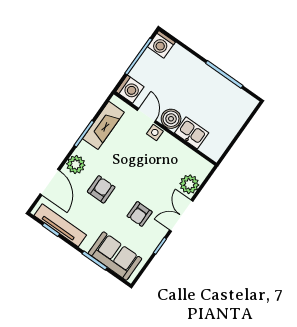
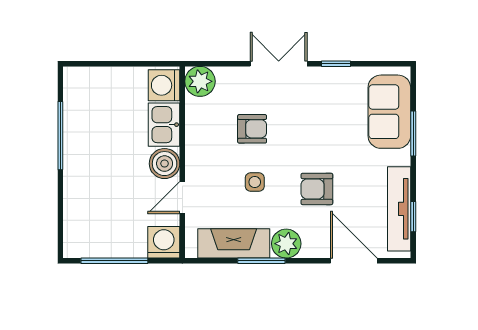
washing machine: (161, 44) -> (164, 85), moved, turned 180
side table: (155, 132) -> (255, 182), moved
plant: (76, 165) -> (286, 244), moved
door: (50, 182) -> (354, 261), hinge flipped
plant: (189, 184) -> (200, 81), moved
armchair: (140, 214) -> (252, 129), moved
double door: (181, 216) -> (279, 64), swing flipped

